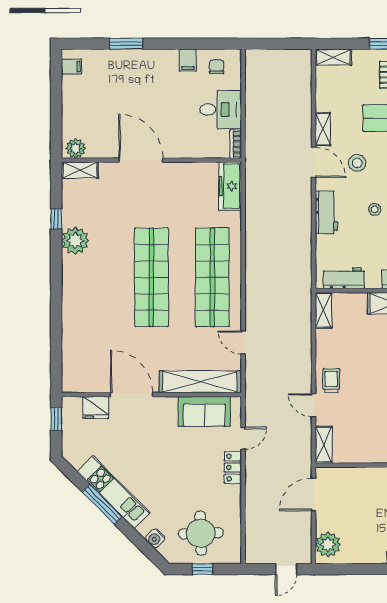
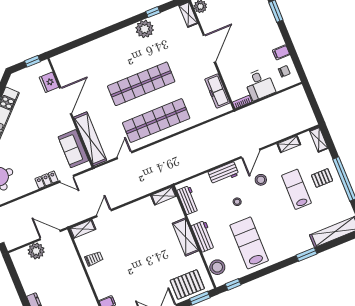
shelving: (323, 129) -> (289, 144), moved
freezer: (230, 186) -> (217, 91), moved, turned -90
trolley: (331, 381) -> (94, 259), moved
plant: (328, 545) -> (36, 251), moved

